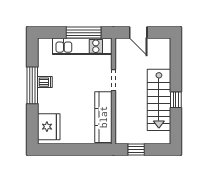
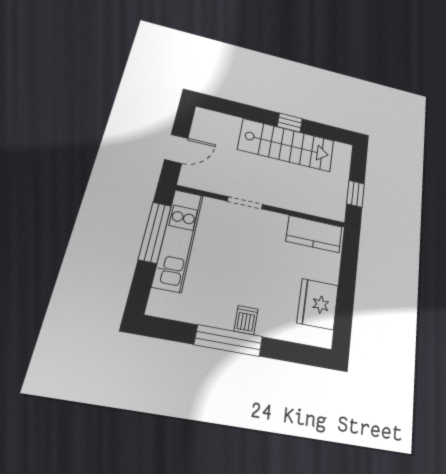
dishwasher: (45, 82) -> (246, 320), moved
kitchen counter: (103, 117) -> (314, 234), width x0.67
fridge: (49, 127) -> (318, 304), moved, turned -90

